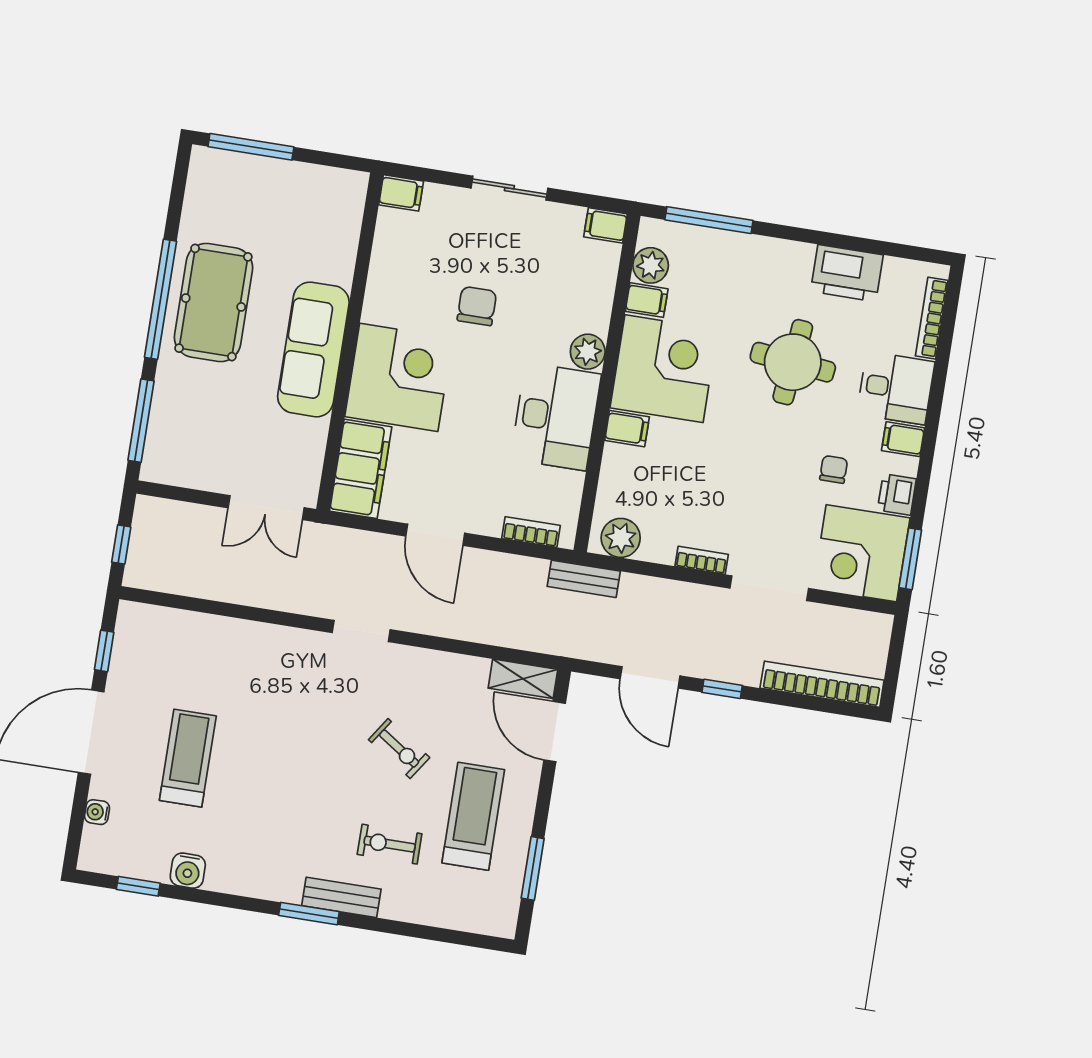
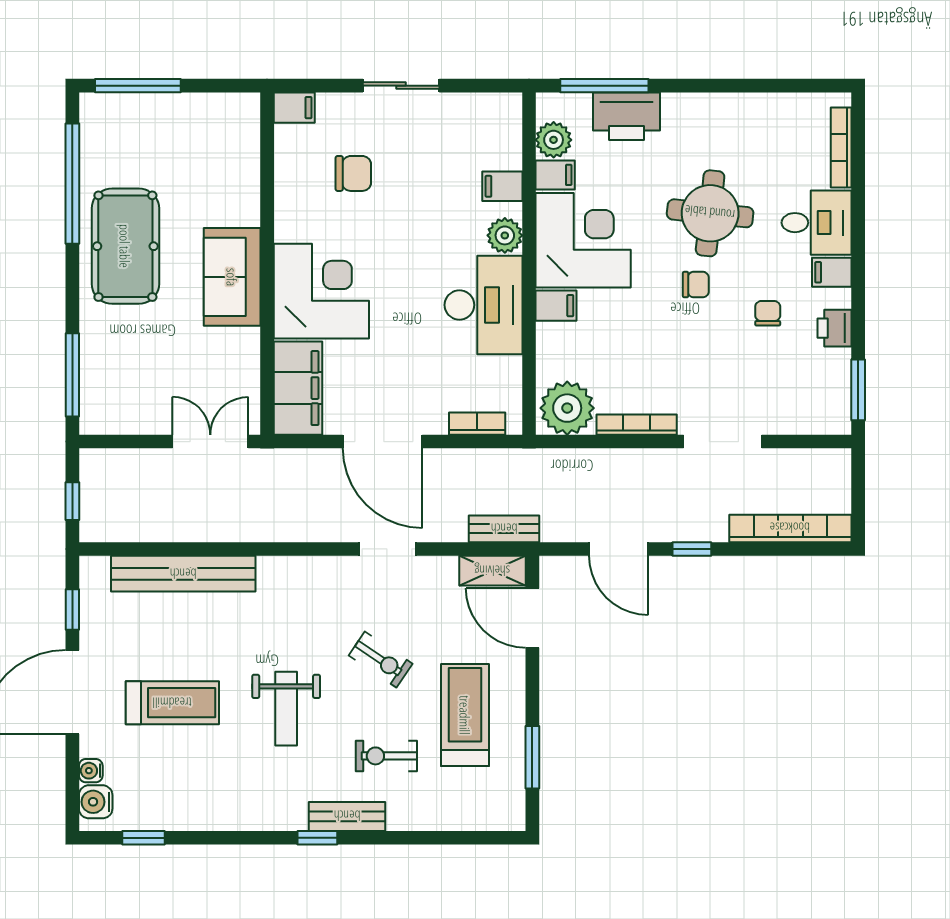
filing cabinet: (605, 225) -> (502, 186), moved
printer: (847, 273) -> (627, 116), moved
window: (160, 299) -> (72, 184), moved
chair: (477, 306) -> (353, 173), moved, turned 90
sofa: (313, 349) -> (232, 277), width x0.73
chair: (768, 430) -> (696, 285), added
double door: (266, 508) -> (210, 442), swing flipped
door: (435, 535) -> (383, 442), width x1.36
plant: (621, 538) -> (567, 408), width x1.36, depth x1.36
corner desk: (861, 553) -> (809, 392), removed
bookcase: (702, 560) -> (637, 425), width x1.56
bench: (584, 579) -> (504, 529), moved
doorway: (361, 631) -> (387, 549), moved
bench: (219, 633) -> (183, 574), added
treadmill: (188, 758) -> (172, 703), turned 90
weight bench: (299, 782) -> (286, 709), added
water cooler: (188, 871) -> (96, 802), moved, turned 90
window: (309, 914) -> (317, 838), width x0.67

